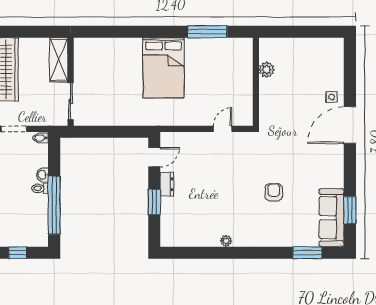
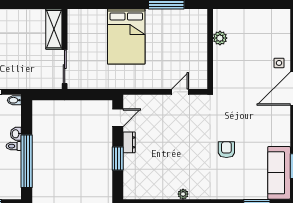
shelving: (59, 60) -> (54, 29), moved
wall: (71, 82) -> (65, 49), moved
sliding door: (71, 101) -> (65, 67), moved

